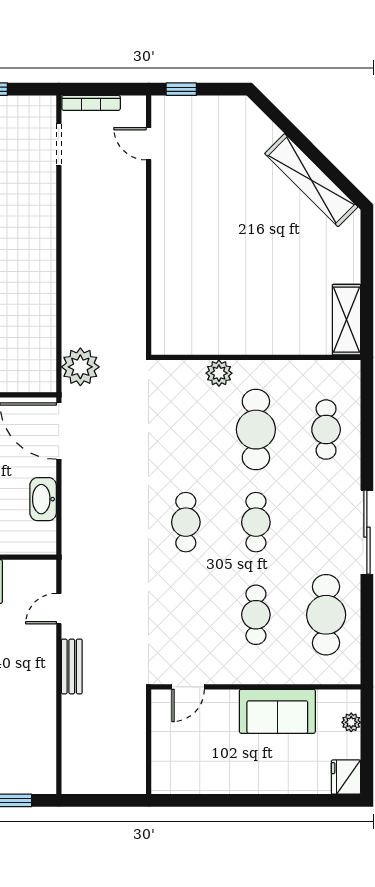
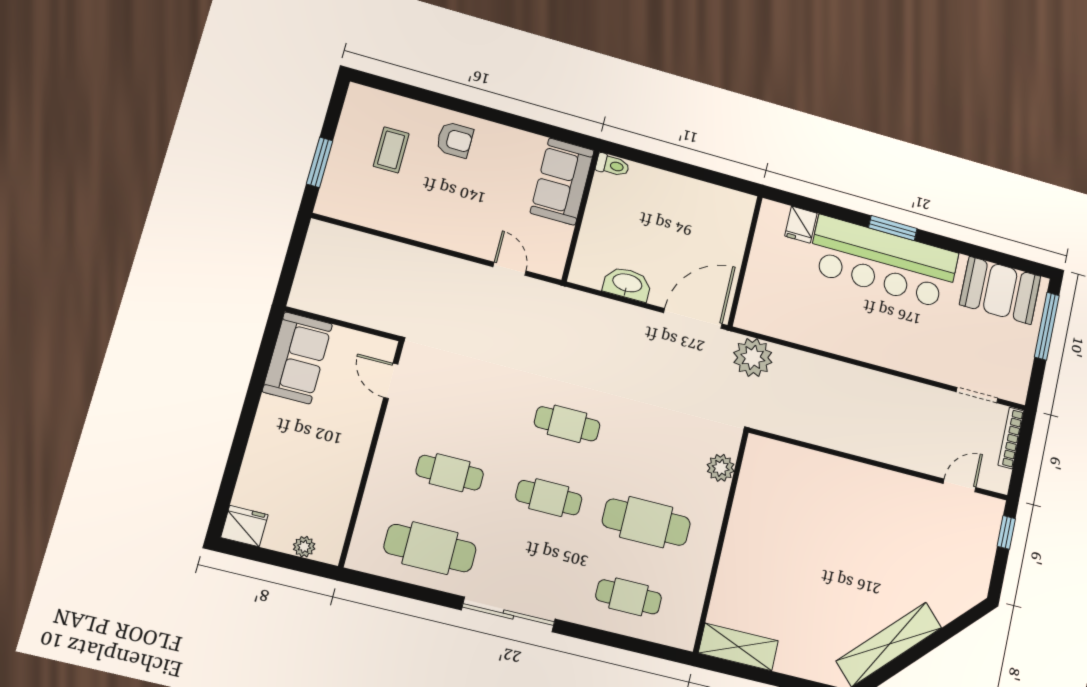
plant: (219, 373) -> (721, 468), moved
bench: (72, 666) -> (445, 266), removed
sofa: (277, 711) -> (297, 358), moved, turned 180

